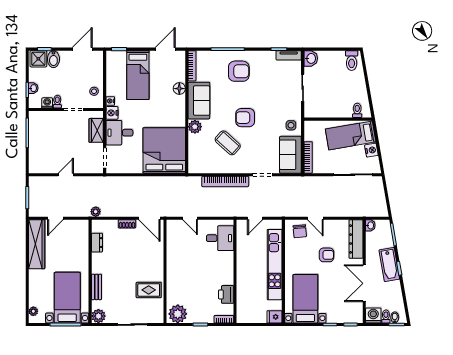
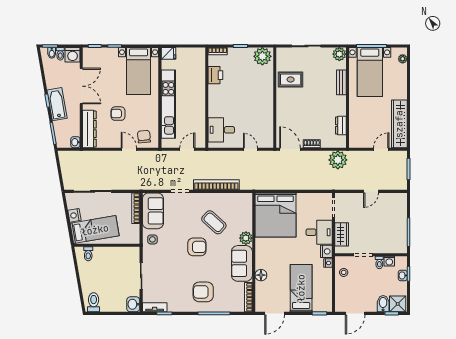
plant: (96, 212) -> (338, 160), width x1.88, depth x1.88

